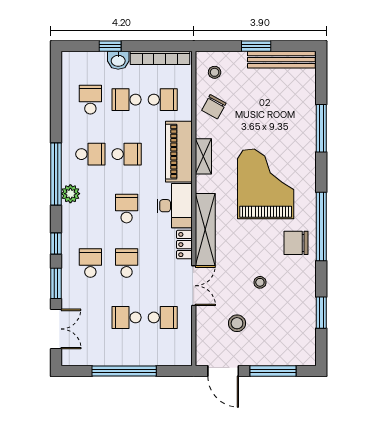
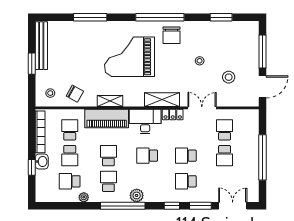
plant: (68, 119) -> (84, 197), added
shelving: (205, 229) -> (162, 100), width x0.68

